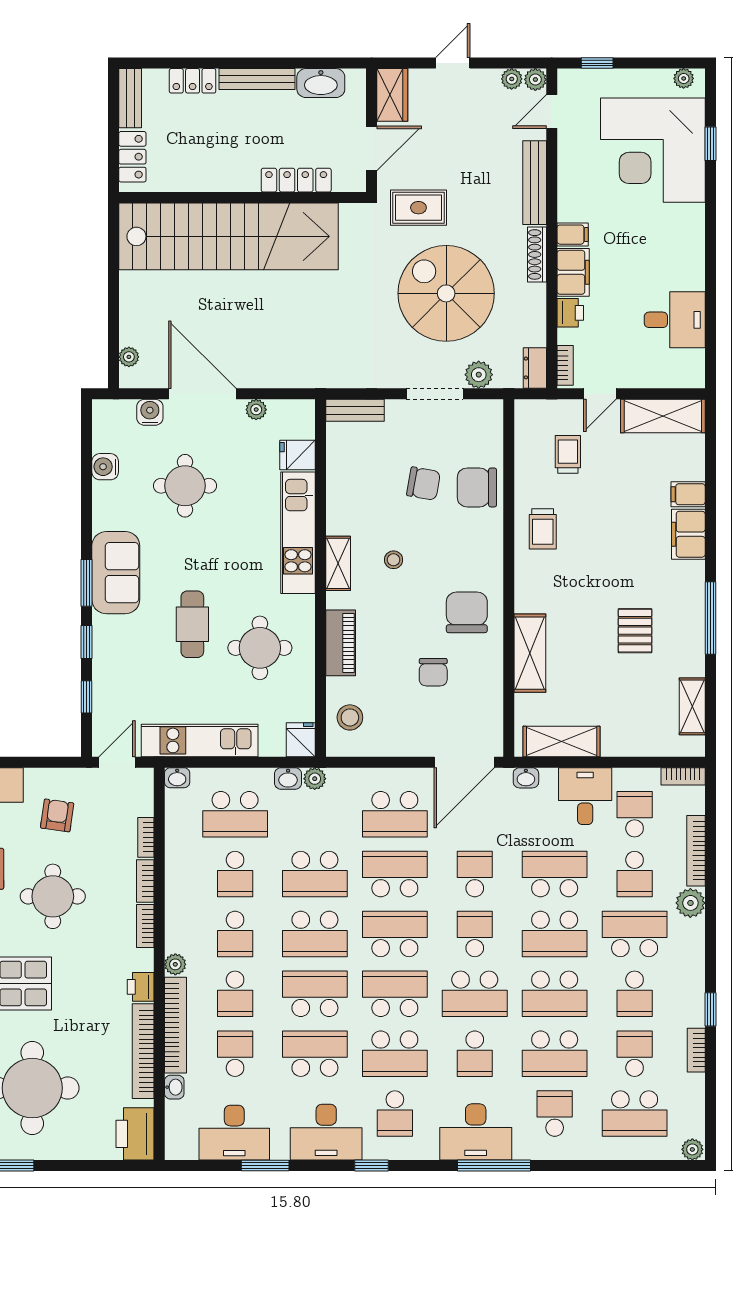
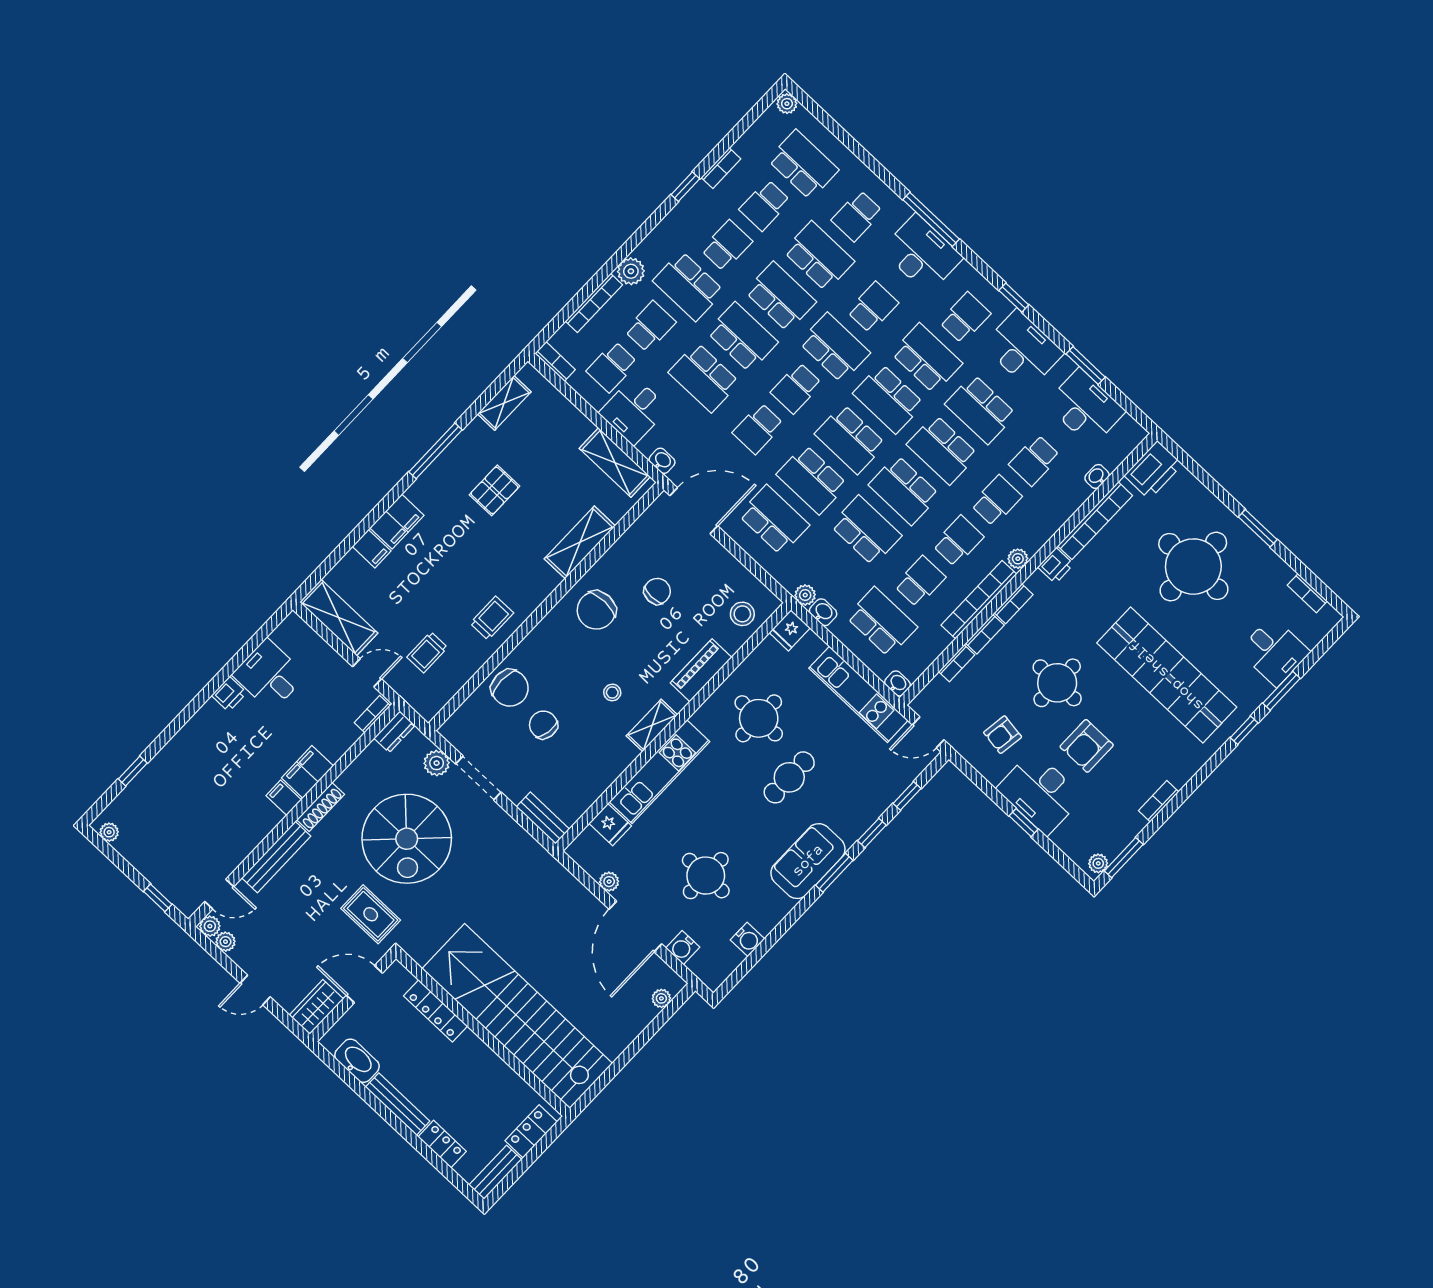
corner desk: (653, 150) -> (176, 803), removed
printer: (570, 313) -> (229, 694), moved, turned 180
school desk: (315, 934) -> (904, 490), turned 180
bookcase: (175, 1025) -> (979, 600), moved

